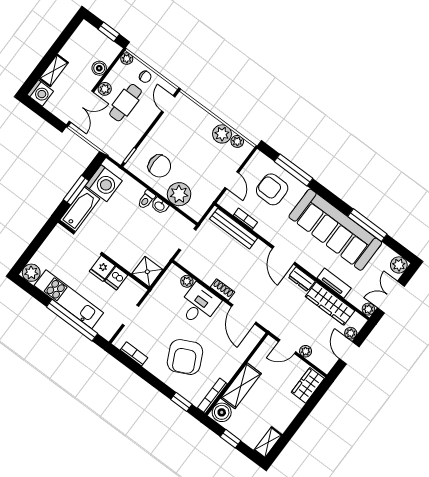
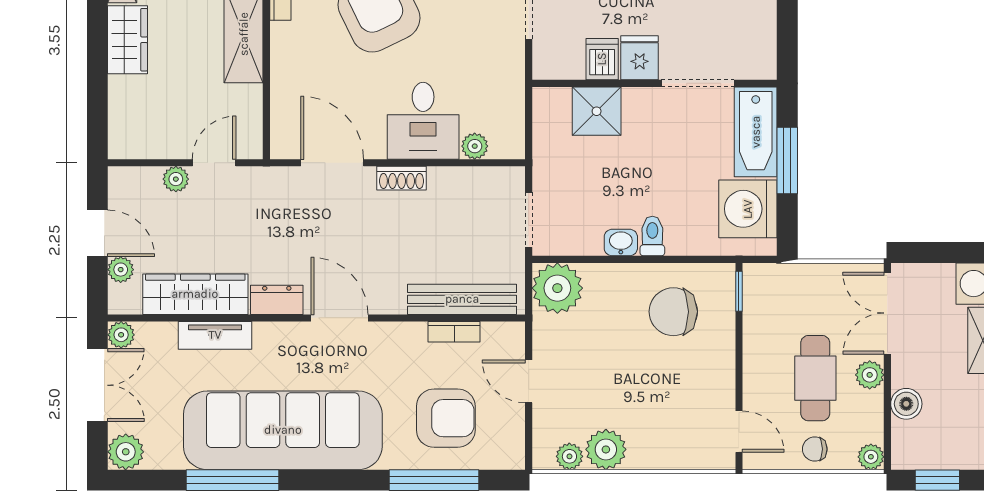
plant: (179, 194) -> (557, 288), moved
shower: (147, 272) -> (597, 111), moved
wardrobe: (308, 385) -> (128, 40), moved

